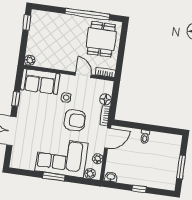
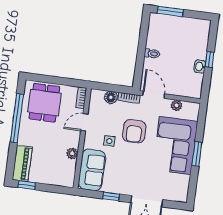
piano: (47, 19) -> (22, 163), added
dining table: (101, 39) -> (44, 103), turned 90
plant: (30, 60) -> (72, 153), moved
armchair: (75, 120) -> (134, 131), turned 180
window: (181, 167) -> (170, 11), moved
plant: (90, 174) -> (193, 114), removed
washbasin: (111, 177) -> (200, 67), moved

